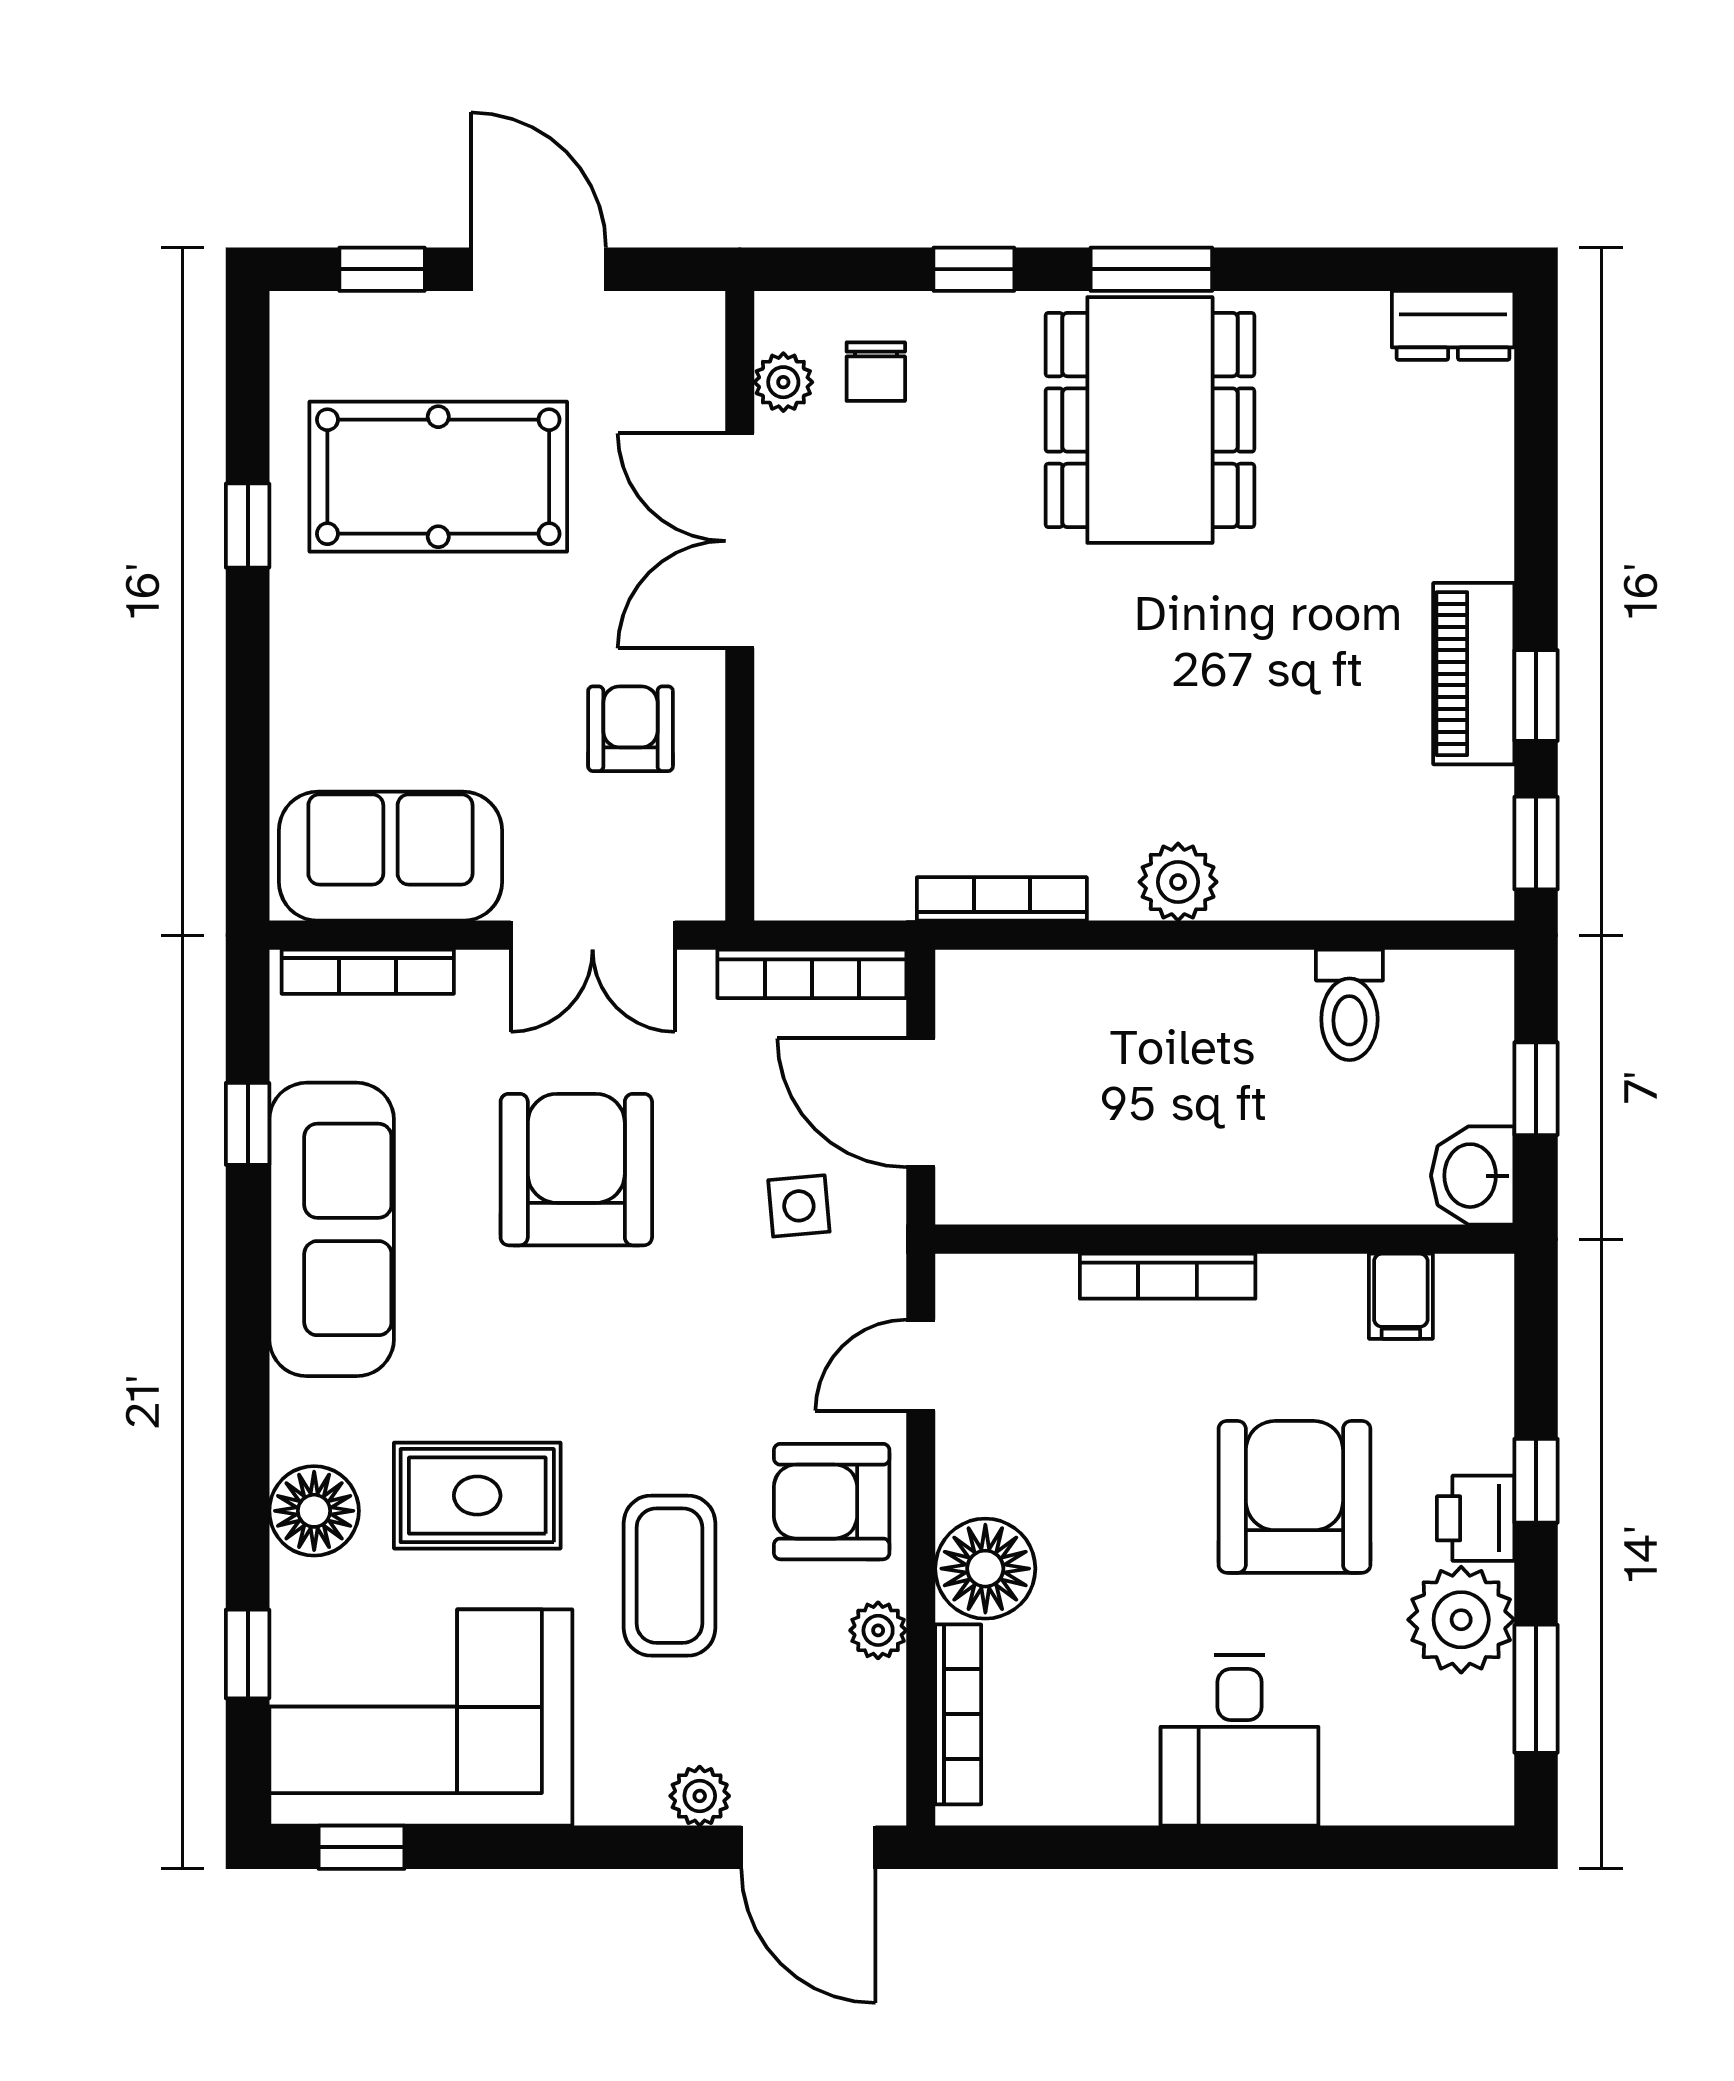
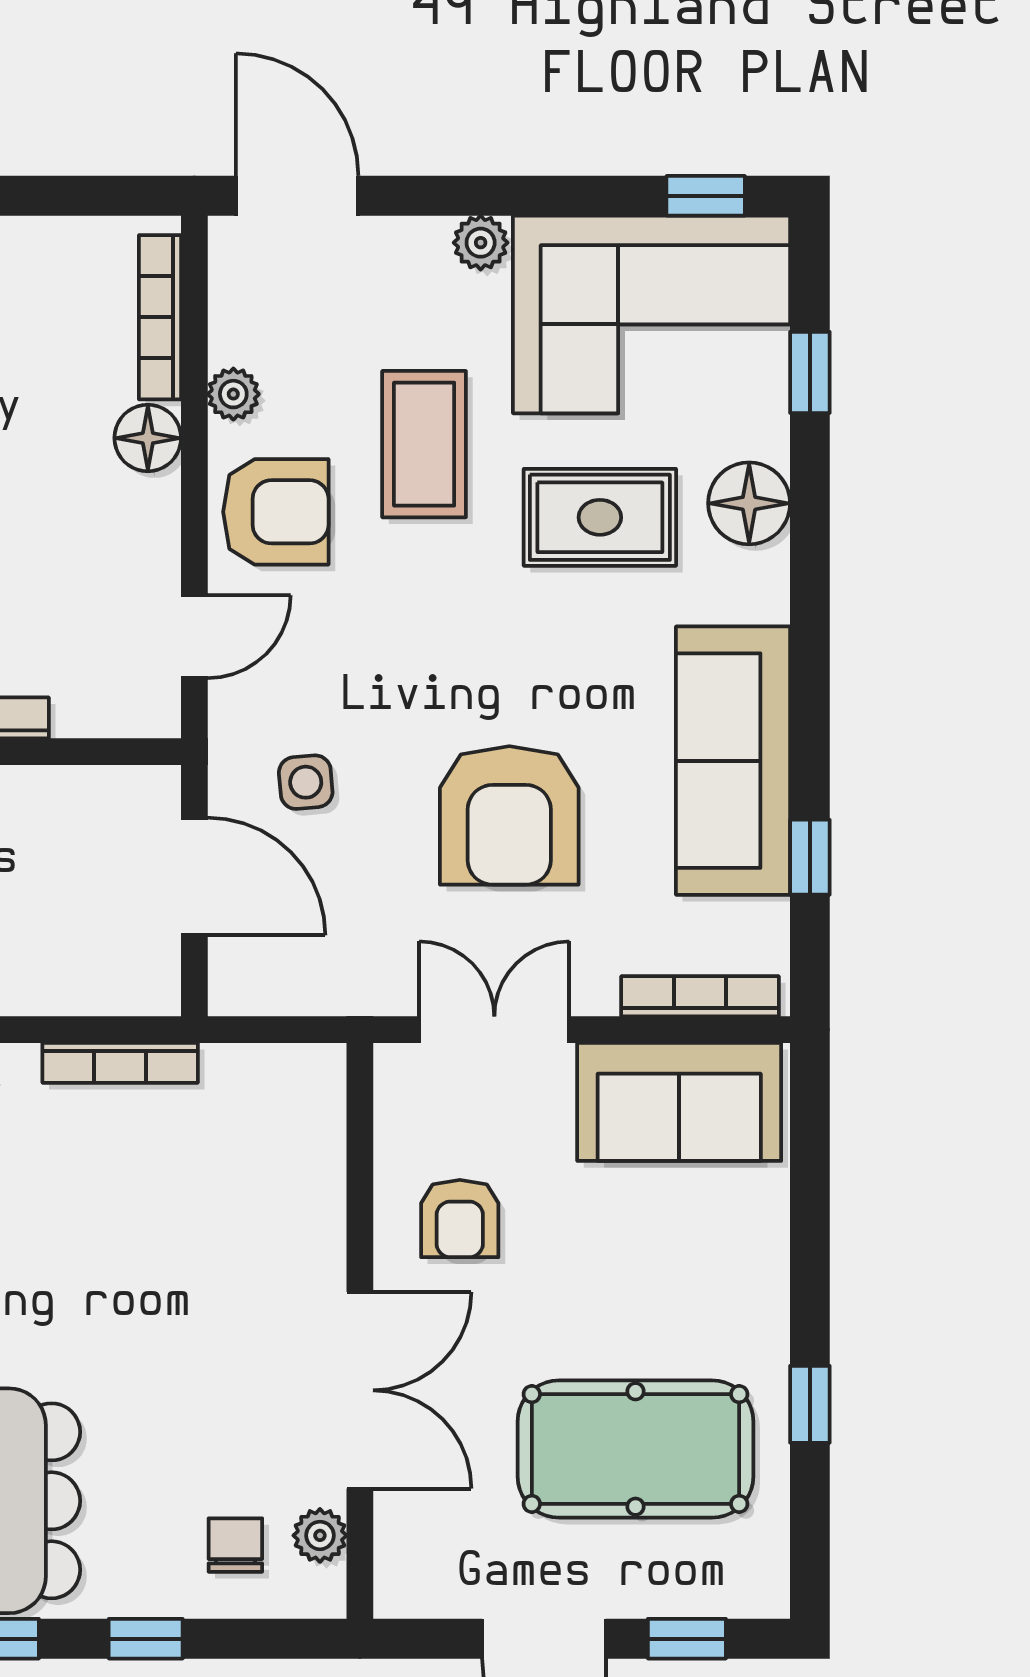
bookcase: (812, 974) -> (294, 994), removed
floor lamp: (985, 1569) -> (148, 438), width x0.73, depth x0.73
plant: (700, 1796) -> (481, 243), moved

